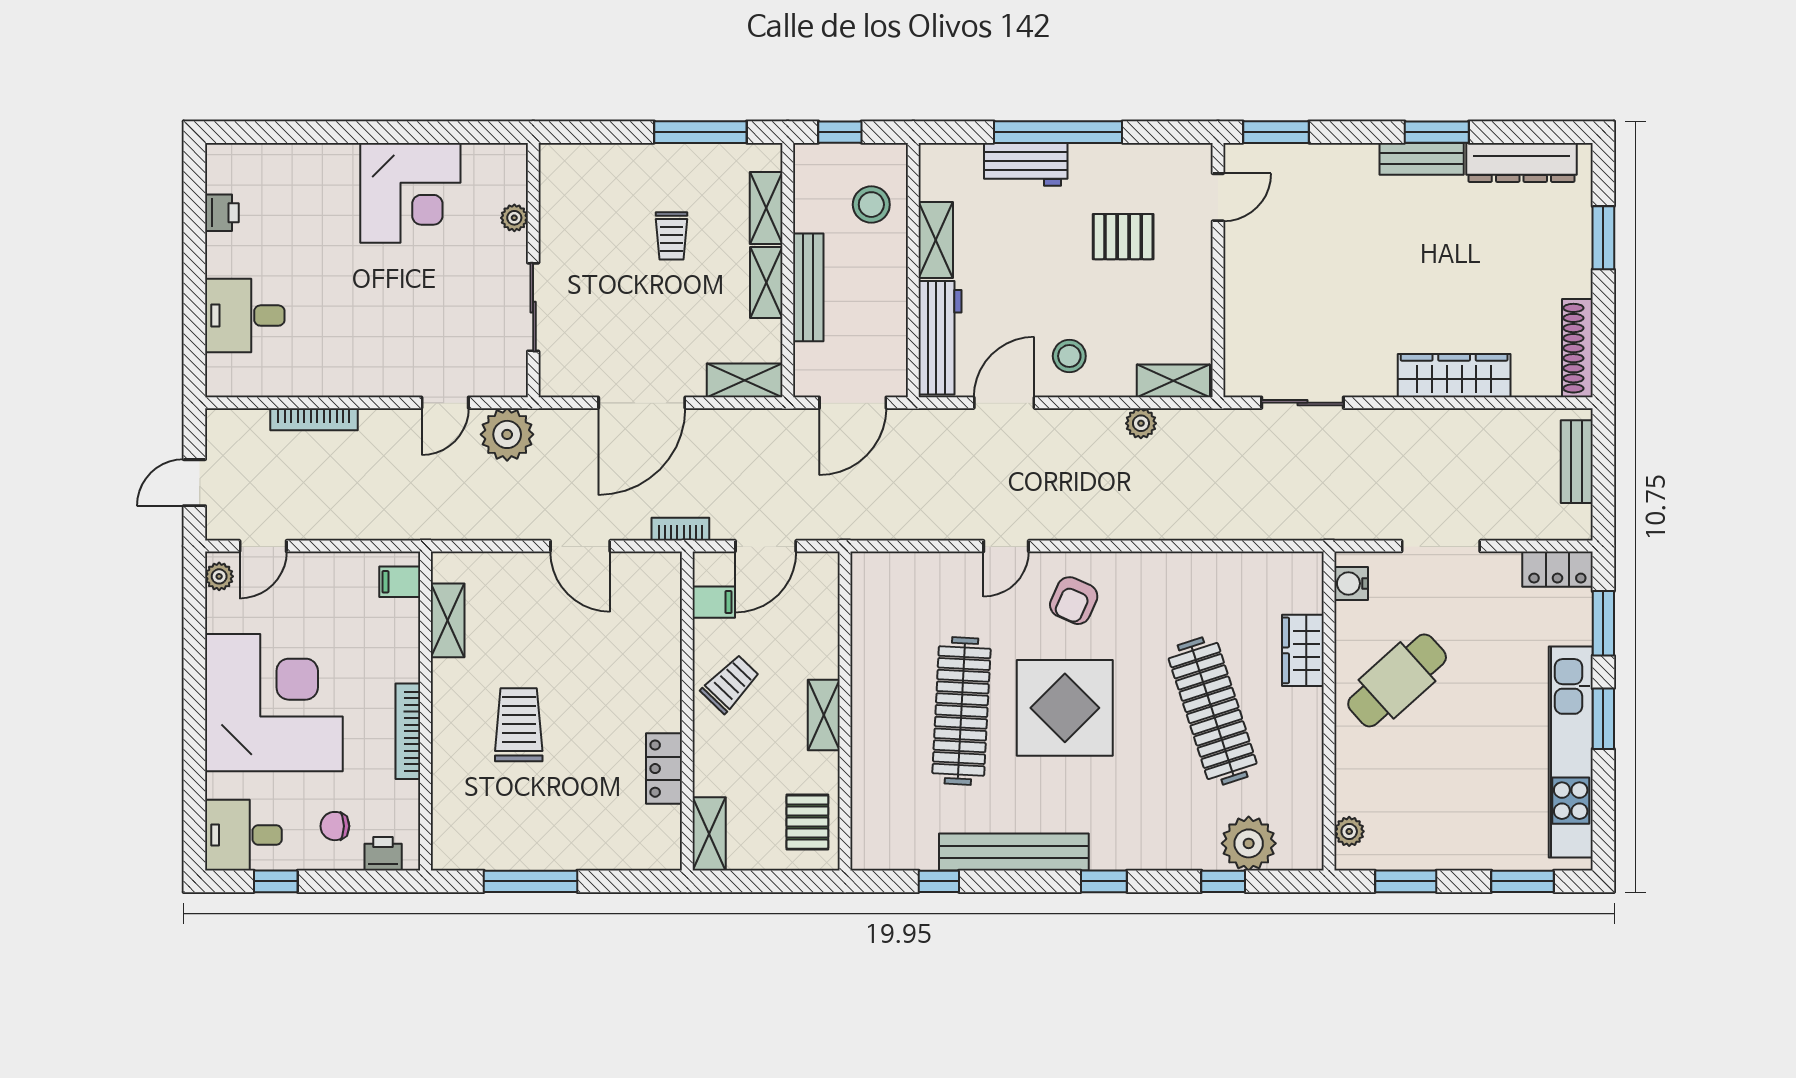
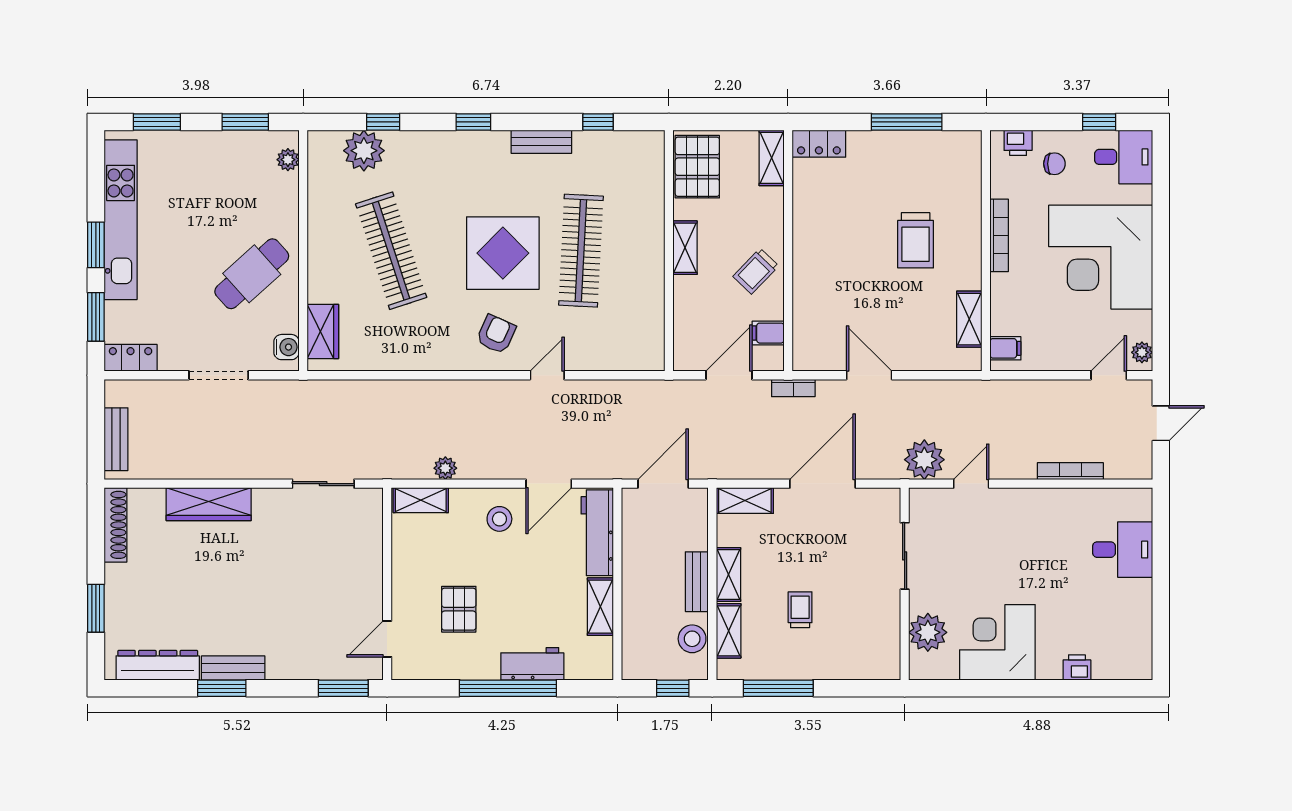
stool: (871, 205) -> (692, 639), moved
printer: (222, 213) -> (1077, 667), moved, turned 90
plant: (514, 218) -> (928, 632), width x1.87, depth x1.87
pallet: (1123, 237) -> (459, 609), turned 90
bench: (808, 287) -> (697, 582), width x0.73
wardrobe: (1303, 650) -> (323, 331), moved
locker: (664, 769) -> (819, 144), moved, turned 90
pallet: (807, 822) -> (697, 167), width x1.50, depth x1.42
bench: (1014, 852) -> (541, 142), width x0.54, depth x0.82

